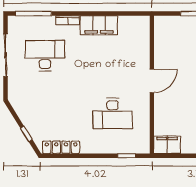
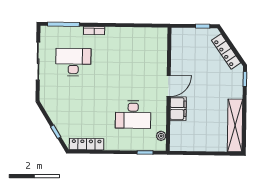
filing cabinet: (99, 25) -> (122, 35), removed
plant: (144, 137) -> (161, 136), added
filing cabinet: (167, 145) -> (178, 109), moved, turned 90

